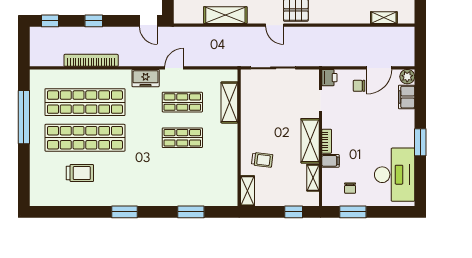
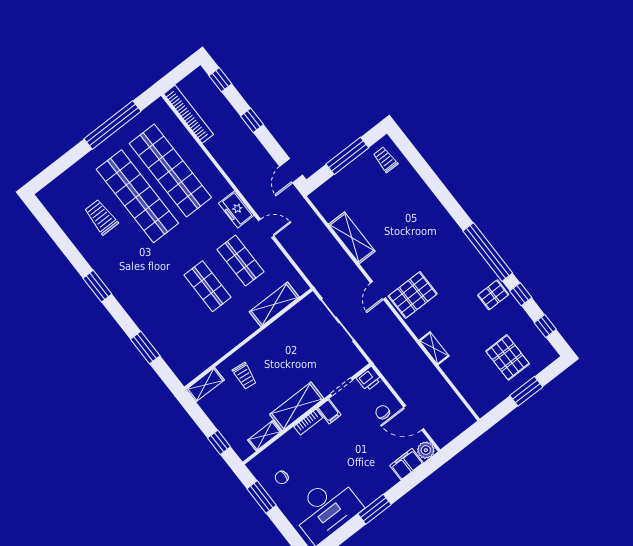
shelving: (384, 18) -> (434, 348), moved
bookcase: (91, 60) -> (189, 114), moved
filing cabinet: (330, 161) -> (329, 411), moved
trolley: (80, 173) -> (101, 217), turned 180

